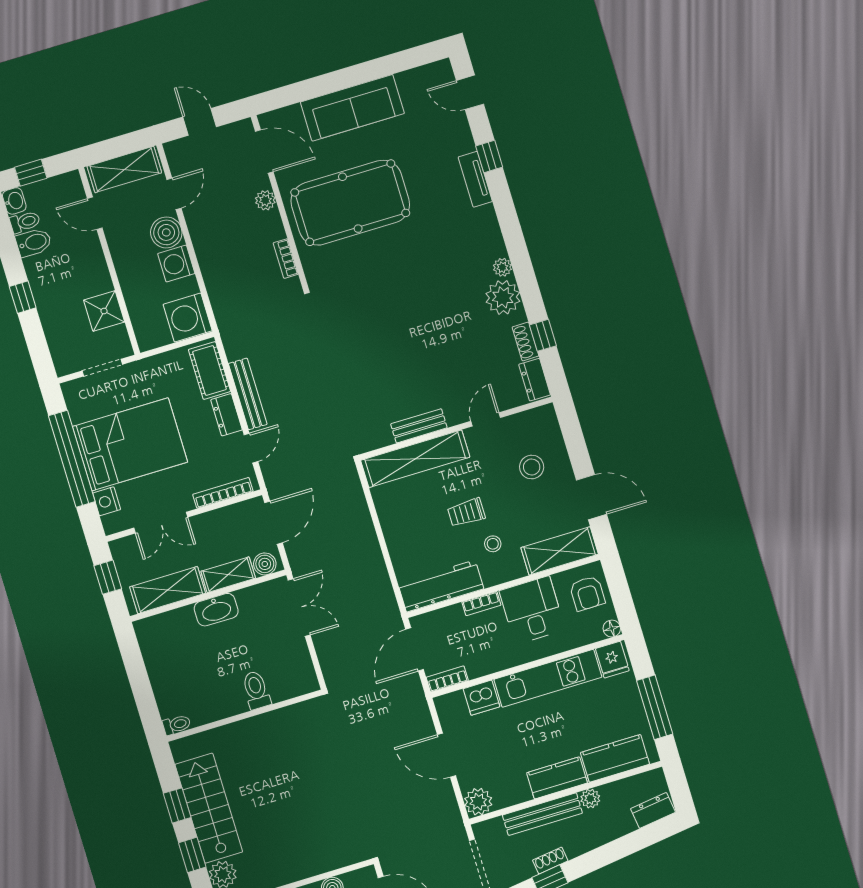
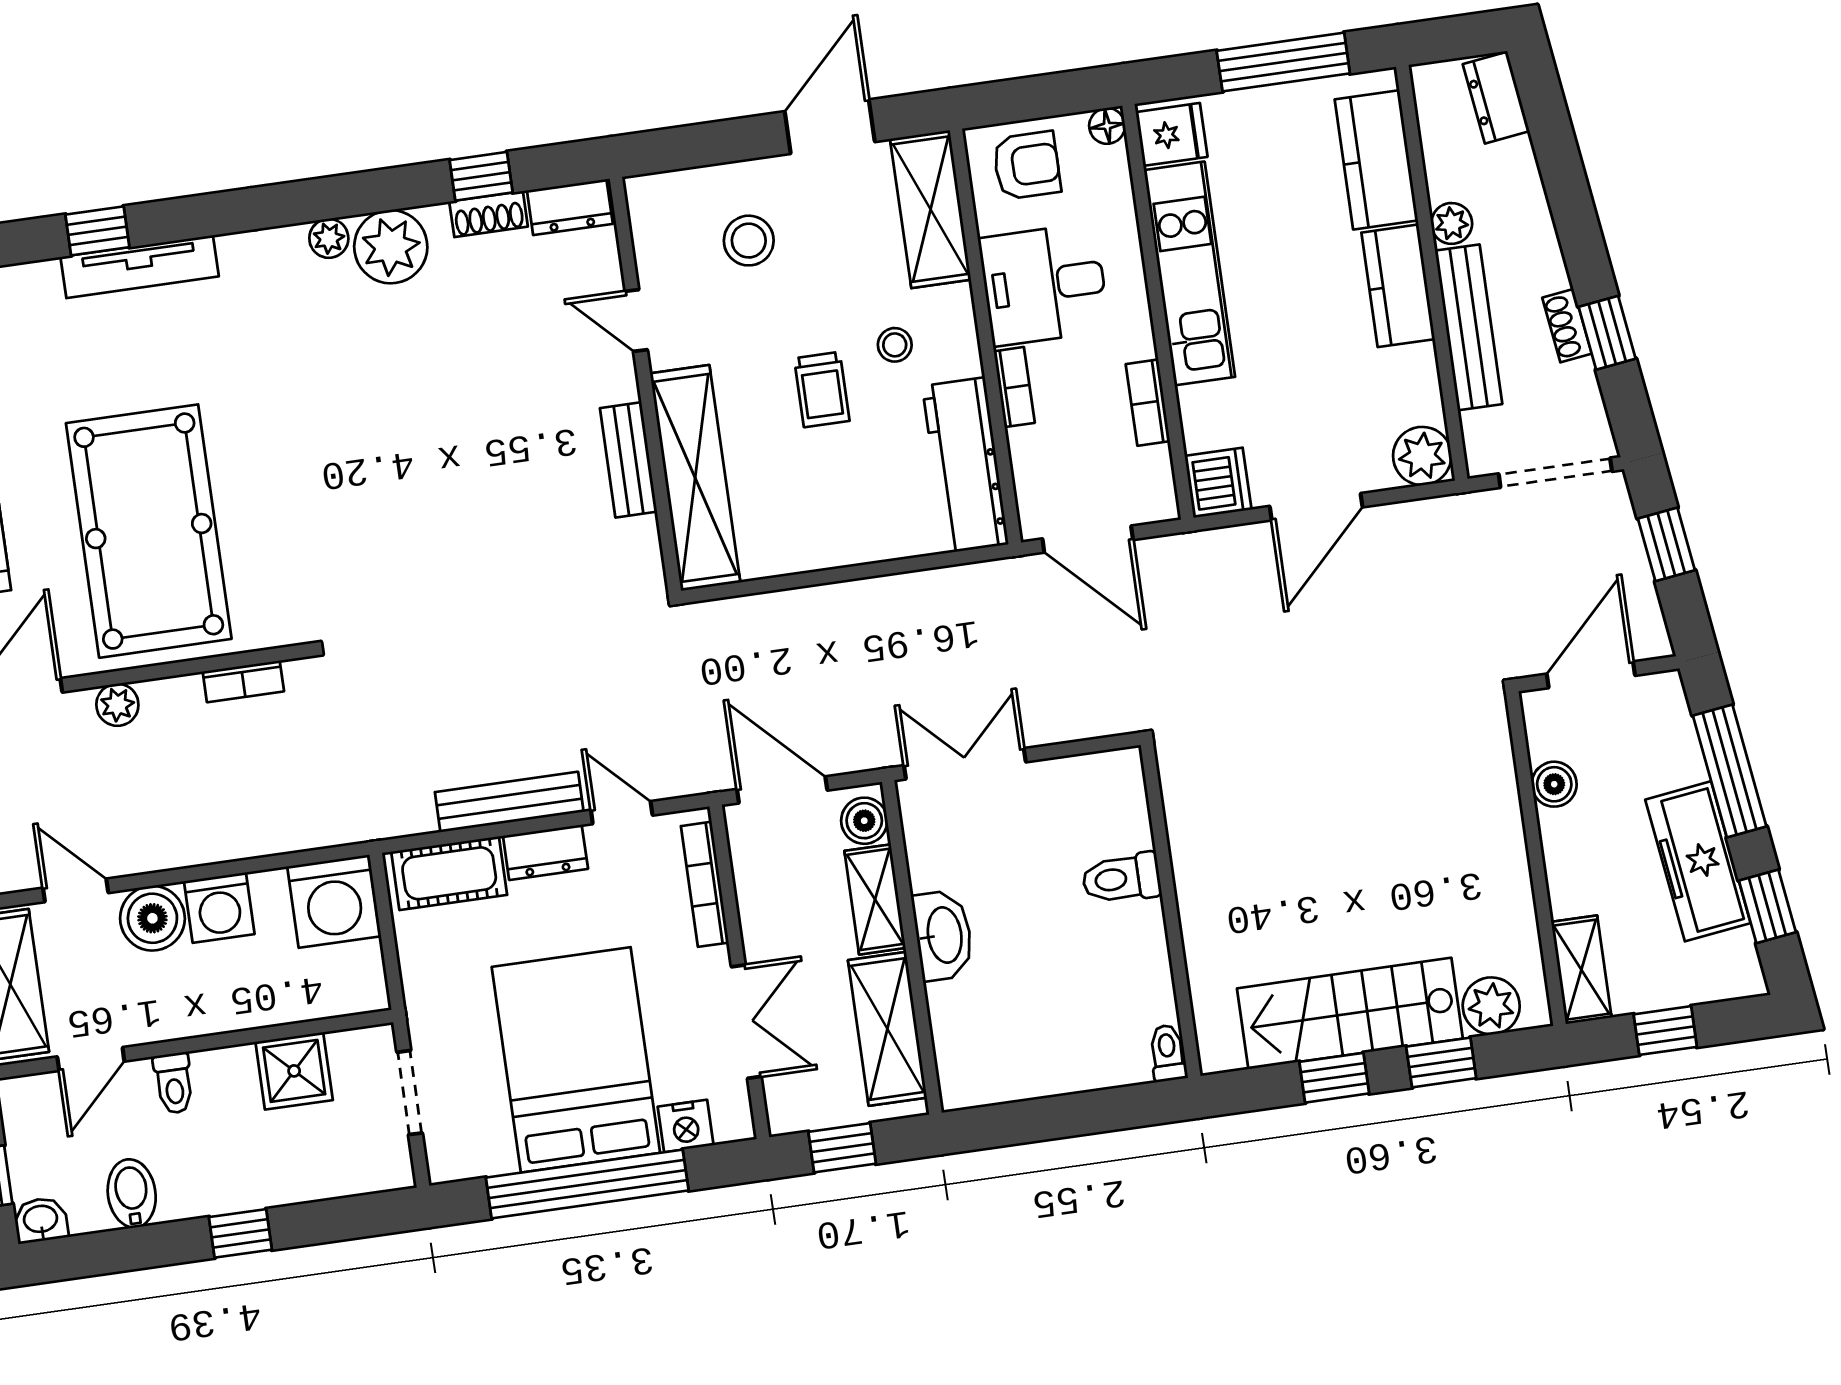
tv unit: (475, 179) -> (140, 267), width x1.41
toilet: (25, 222) -> (174, 1083), moved, turned 180
bookcase: (447, 679) -> (1148, 403), moved
dishwasher: (481, 698) -> (1218, 483), moved

